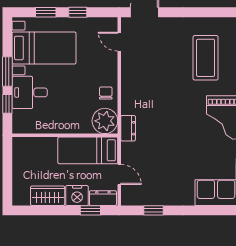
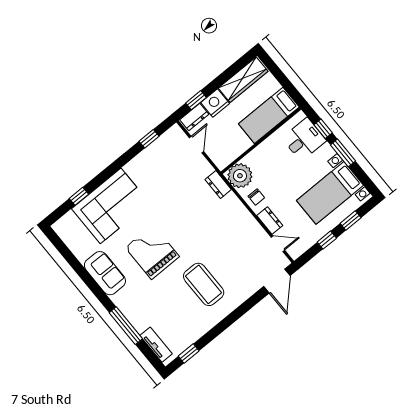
dresser: (110, 65) -> (270, 220), added
desk: (30, 92) -> (304, 139), moved
bed: (88, 150) -> (269, 115), moved, turned 180
door: (119, 174) -> (196, 145), swing flipped
wardrobe: (48, 196) -> (243, 80), width x1.50

